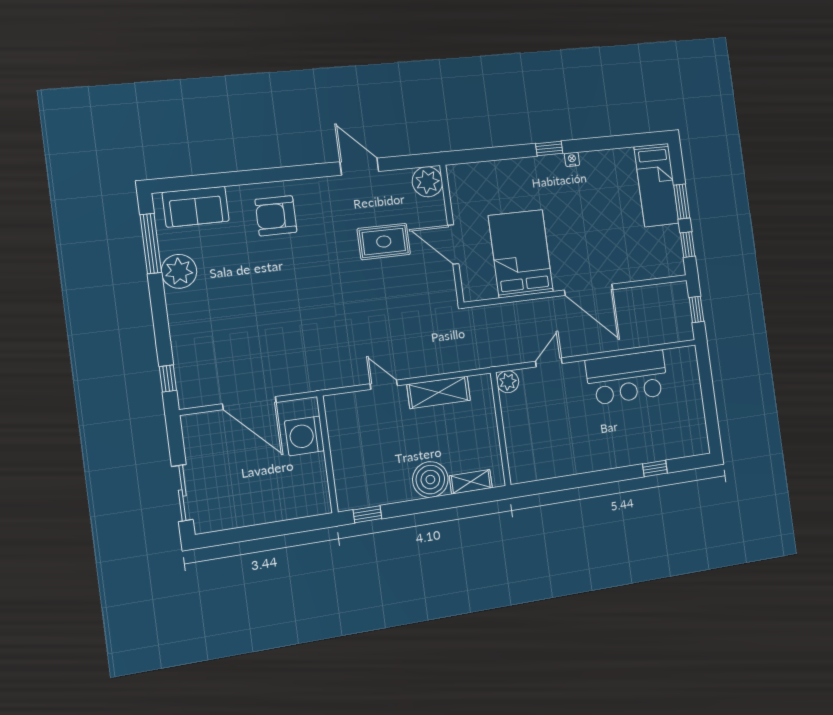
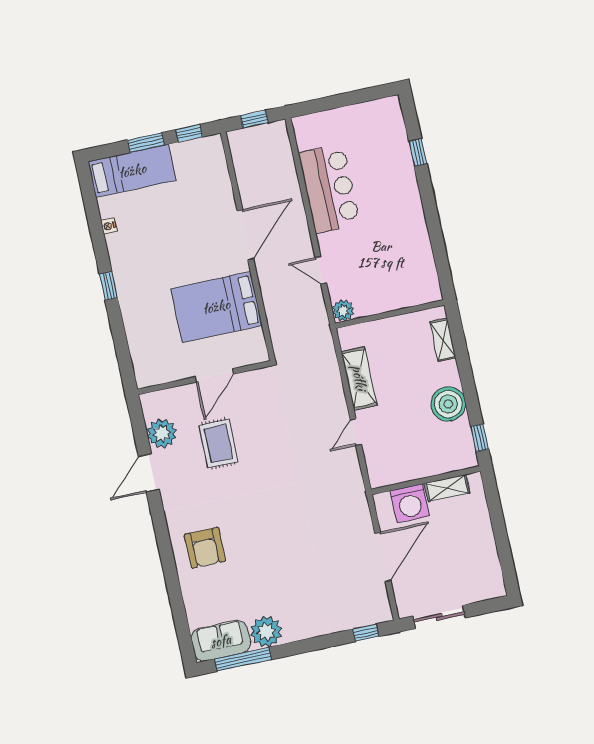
nightstand: (572, 159) -> (109, 226), moved
plant: (427, 182) -> (162, 433), moved
sofa: (196, 207) -> (221, 641), moved, turned -90
shelving: (317, 477) -> (447, 488), added
boiler: (430, 480) -> (448, 404), moved
sliding door: (182, 493) -> (439, 617), moved

